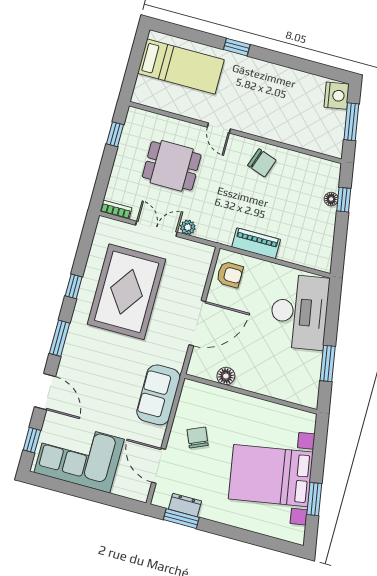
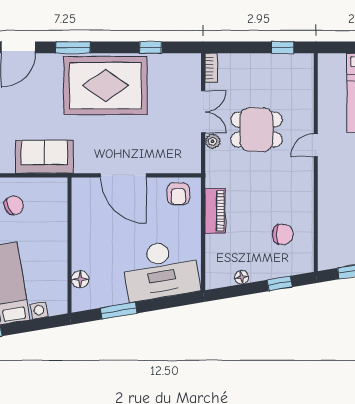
chair: (262, 163) -> (283, 234), moved, turned -109
dining table: (172, 166) -> (256, 130), moved, turned 90
floor lamp: (331, 199) -> (242, 277), moved
window: (74, 286) -> (151, 47), moved
rug: (127, 292) -> (105, 86), moved
floor lamp: (226, 376) -> (80, 279), moved

